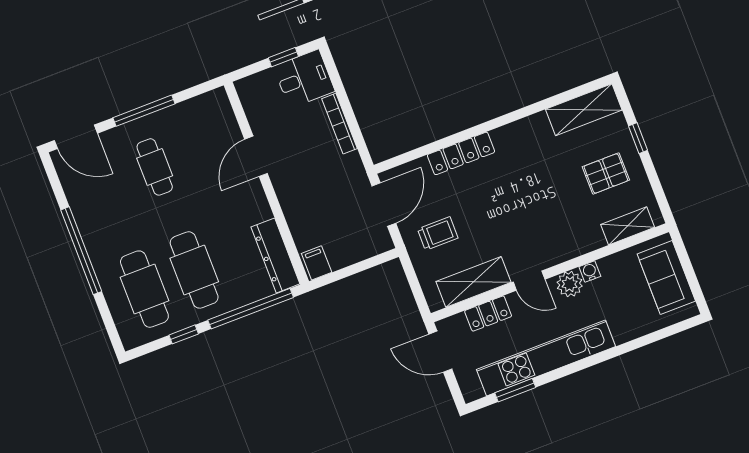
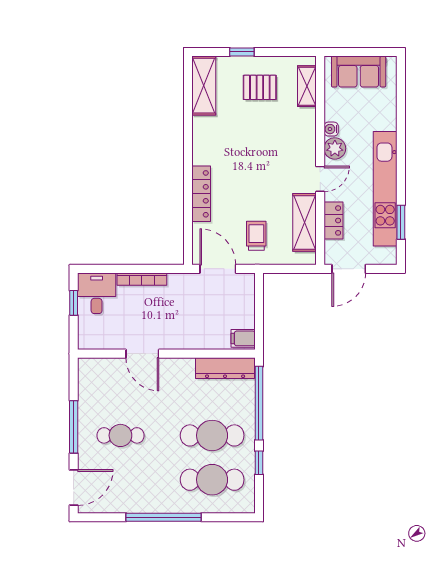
pallet: (606, 173) -> (260, 87), turned 90

